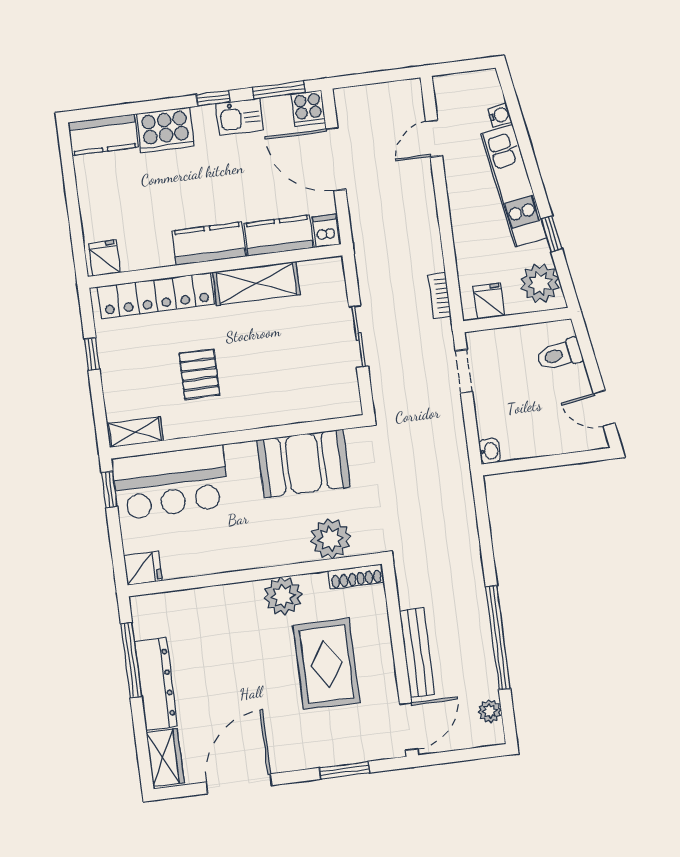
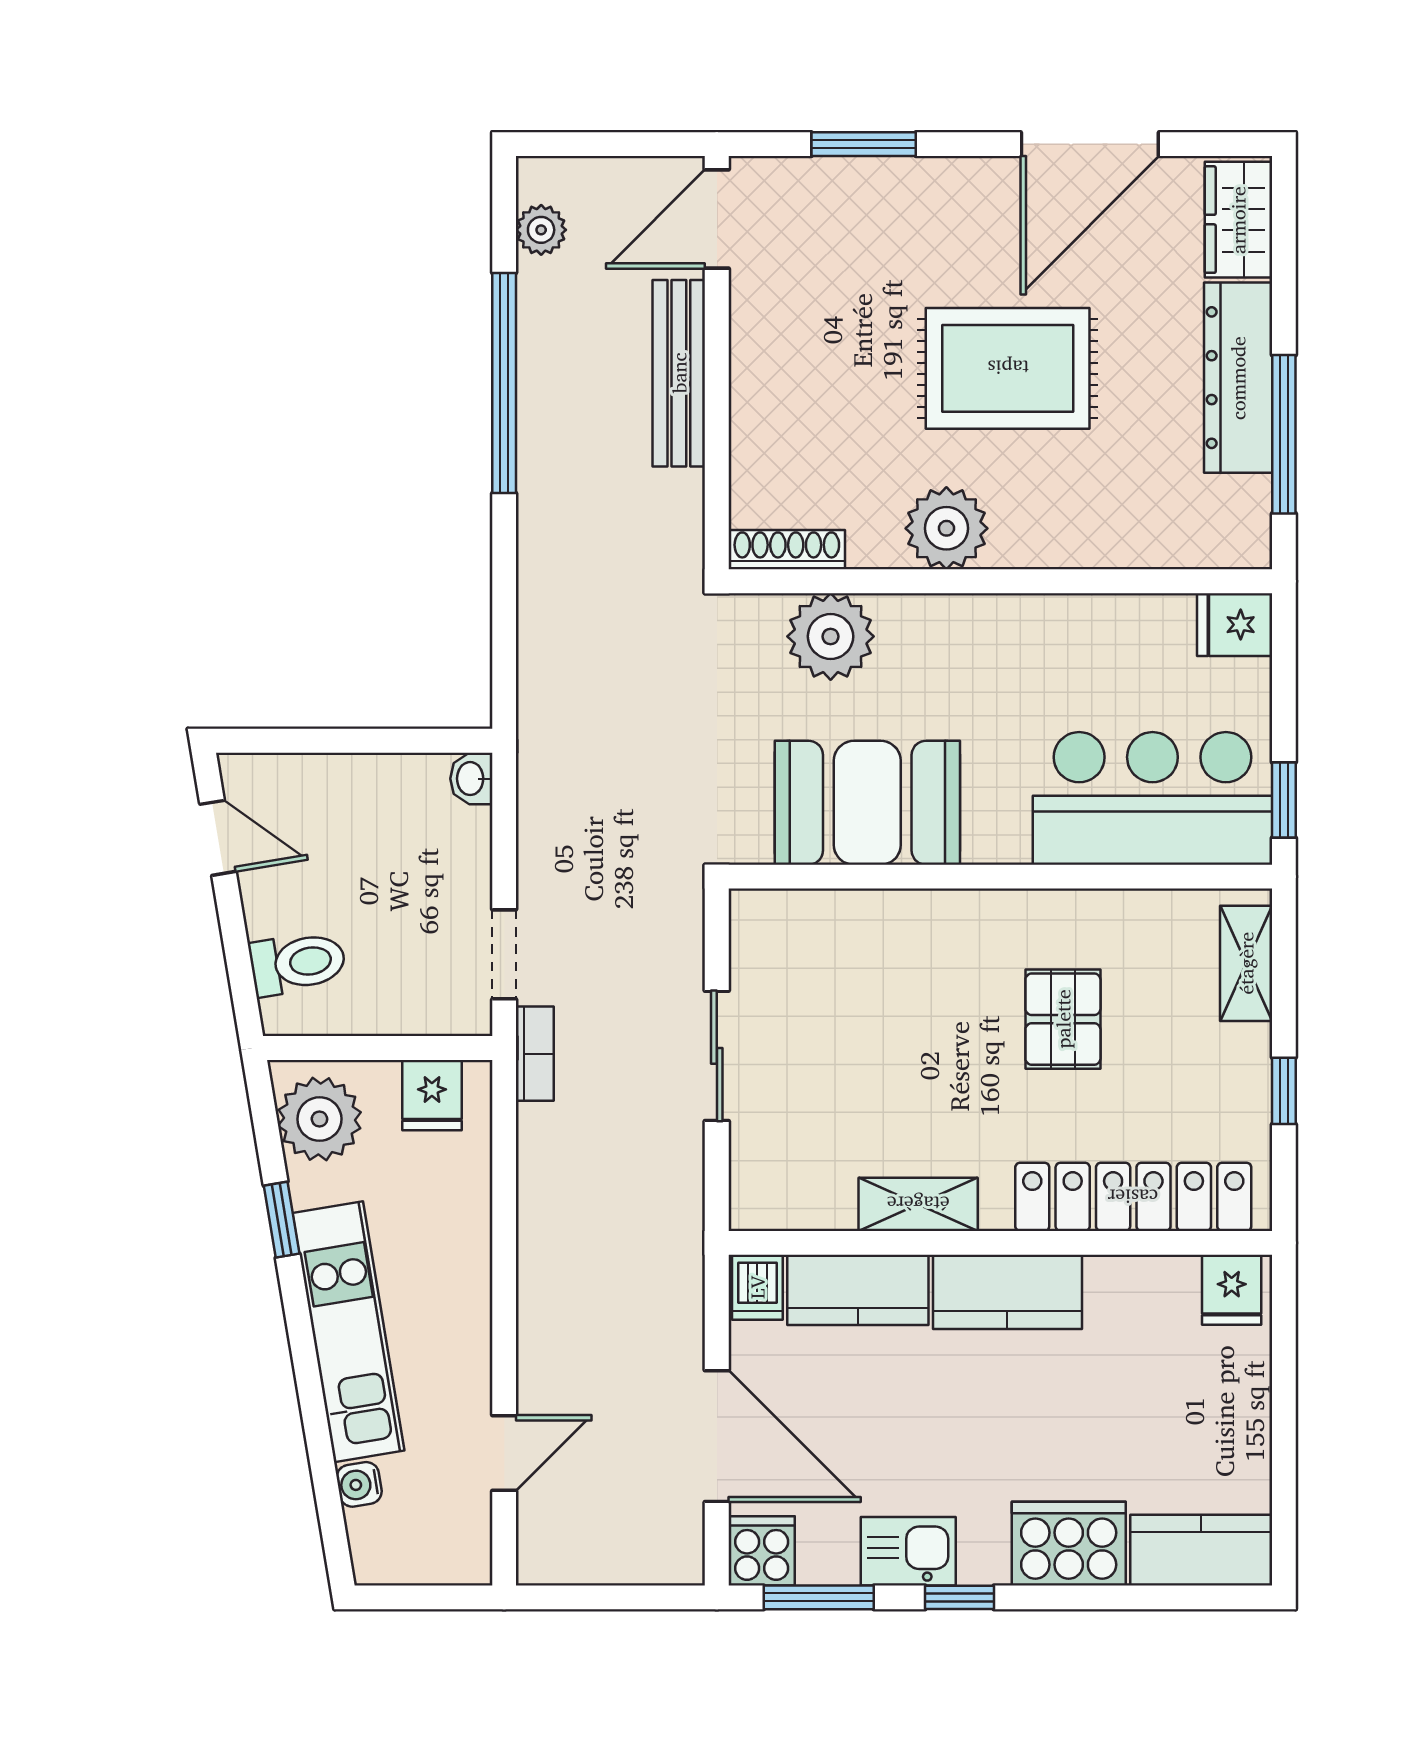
shelving: (256, 283) -> (918, 1204), width x0.67, depth x0.75
bookcase: (440, 296) -> (535, 1054), moved
shelving: (135, 432) -> (1246, 963), moved, turned 90
rug: (327, 664) -> (1008, 368), moved, turned 90

